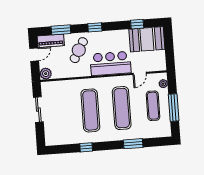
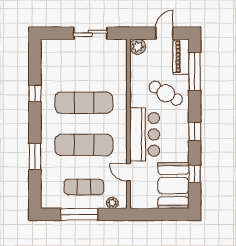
window: (95, 27) -> (195, 131), moved
window: (61, 30) -> (195, 71), width x1.44
door: (34, 55) -> (164, 33), swing flipped

